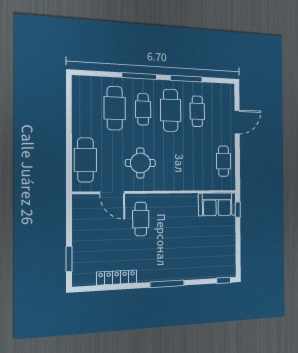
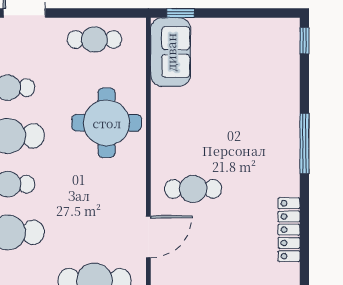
round table: (140, 163) -> (107, 123), moved, width x1.36, depth x1.36

